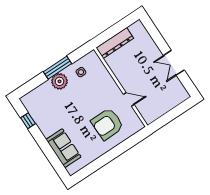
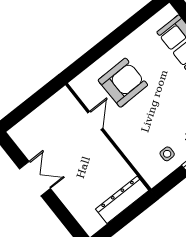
door: (129, 99) -> (95, 120), swing flipped

